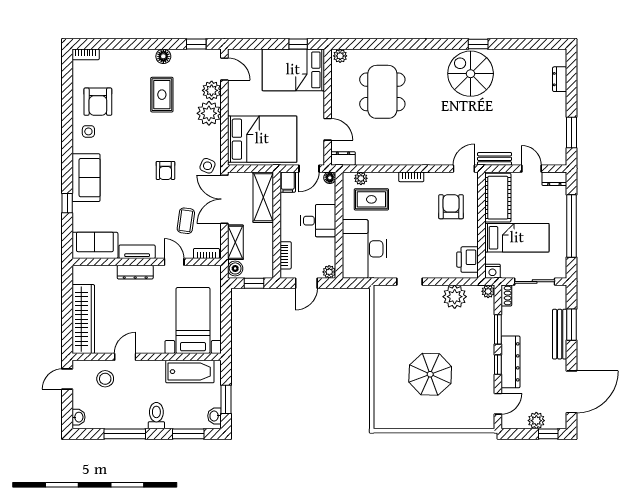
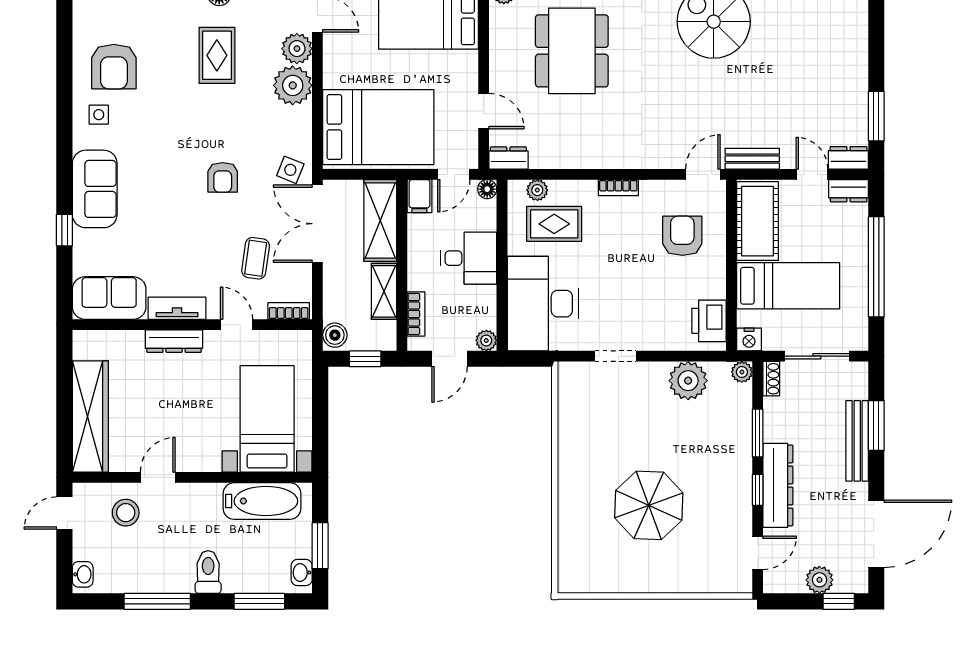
dresser: (560, 79) -> (848, 158), moved, turned 90
shelving: (235, 242) -> (384, 291), moved

